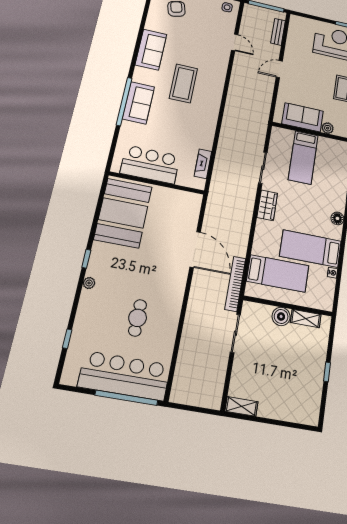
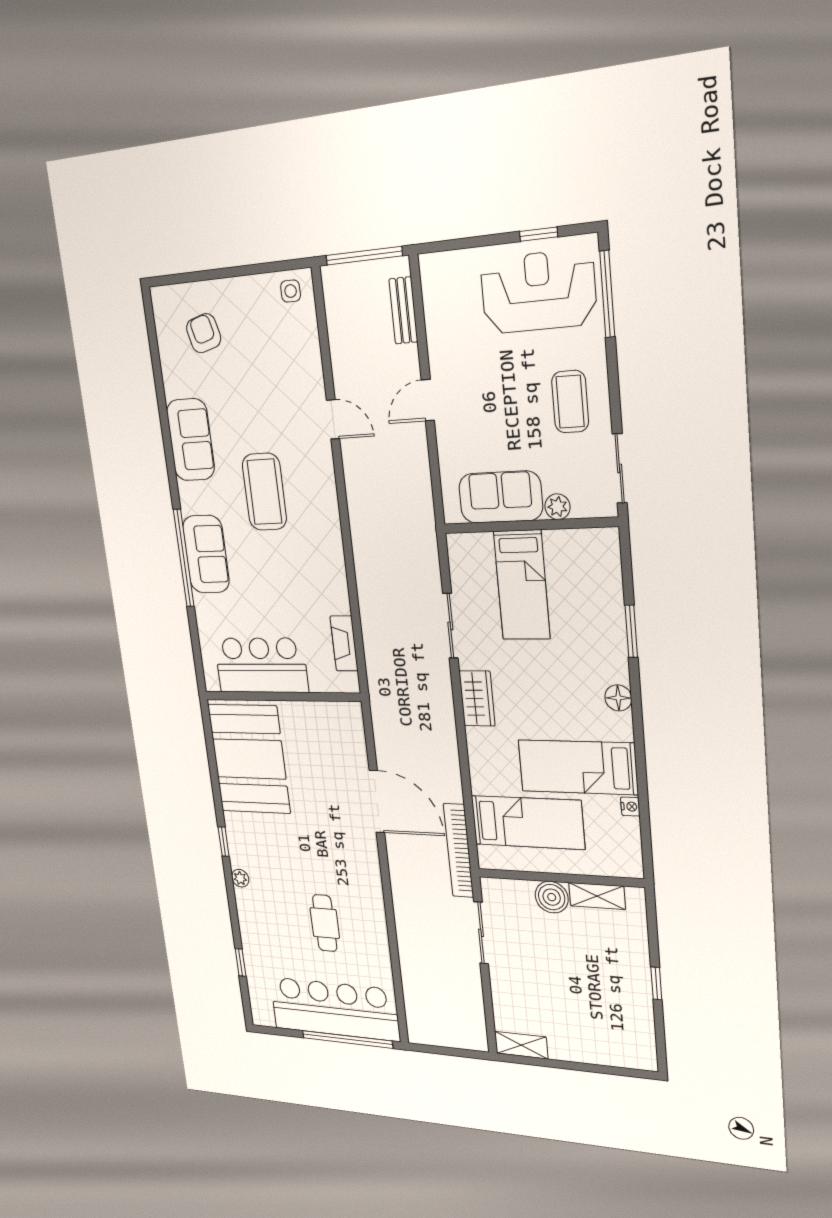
door: (235, 42) -> (333, 419), moved

